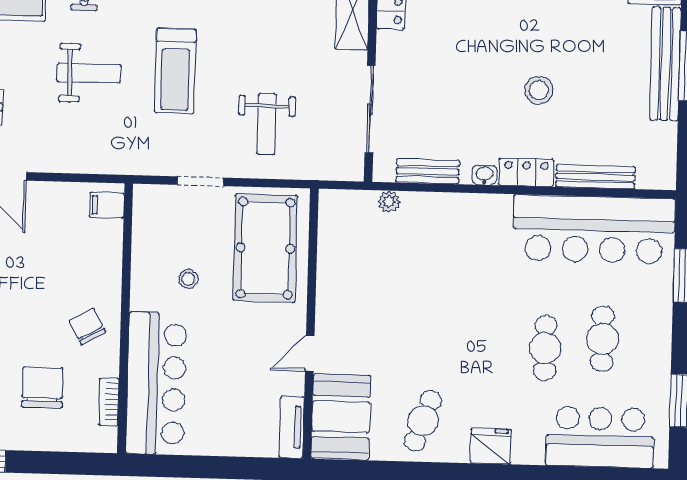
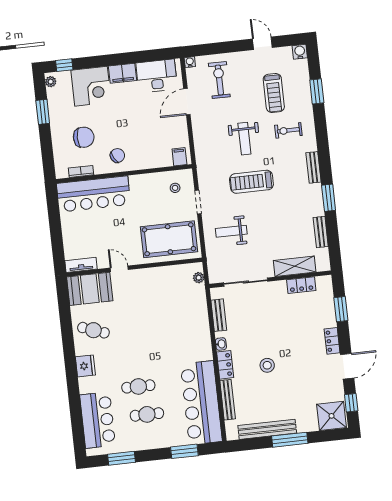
bench: (665, 64) -> (267, 429), moved
plant: (389, 202) -> (199, 278), moved
stool: (188, 279) -> (175, 188), moved

